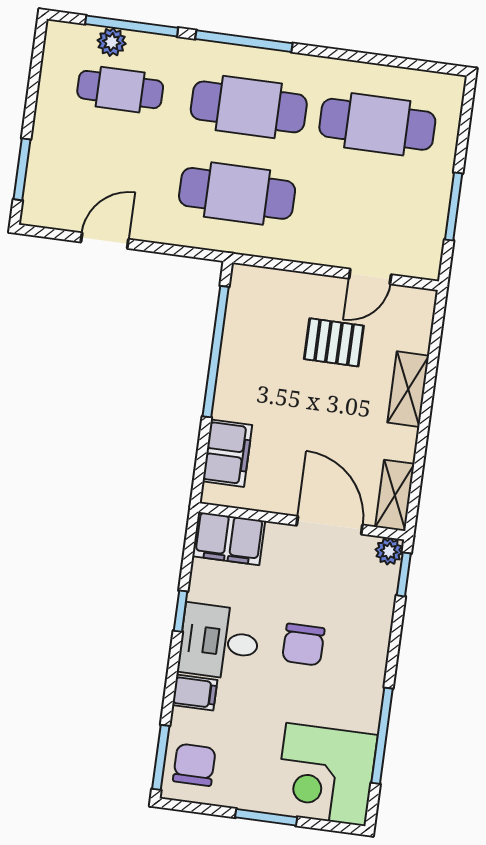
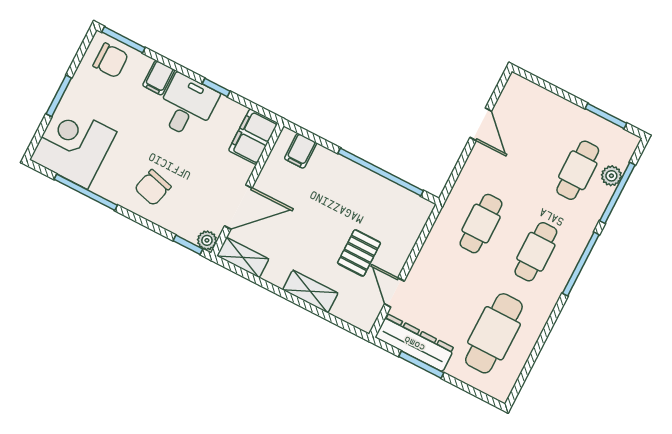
cafe table: (249, 107) -> (536, 252), width x0.73, depth x0.74
window: (22, 169) -> (606, 116), moved
cafe table: (237, 193) -> (481, 224), width x0.73, depth x0.74
dresser: (427, 226) -> (415, 343), added
filing cabinet: (227, 453) -> (301, 151), width x0.50
chair: (303, 645) -> (153, 188), moved, turned -75

